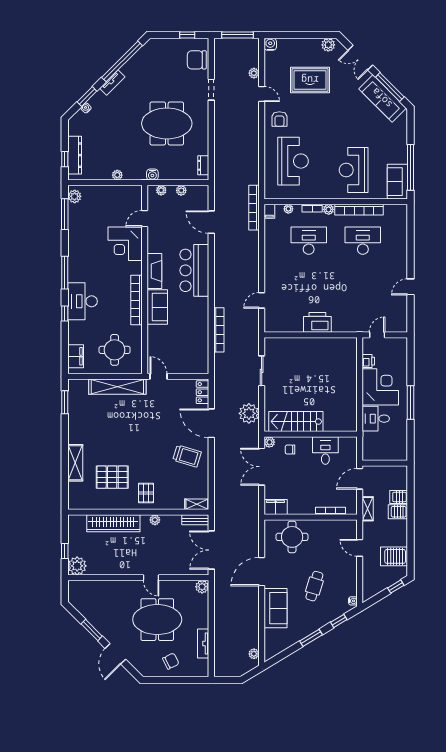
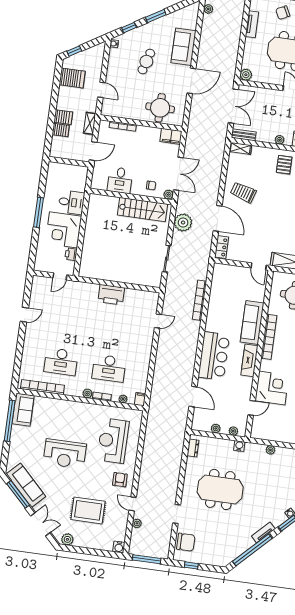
reception desk: (354, 170) -> (65, 454), moved, turned 90
bookcase: (254, 208) -> (153, 404), removed
bookcase: (359, 210) -> (42, 387), moved
sofa: (157, 307) -> (252, 323), width x1.36

